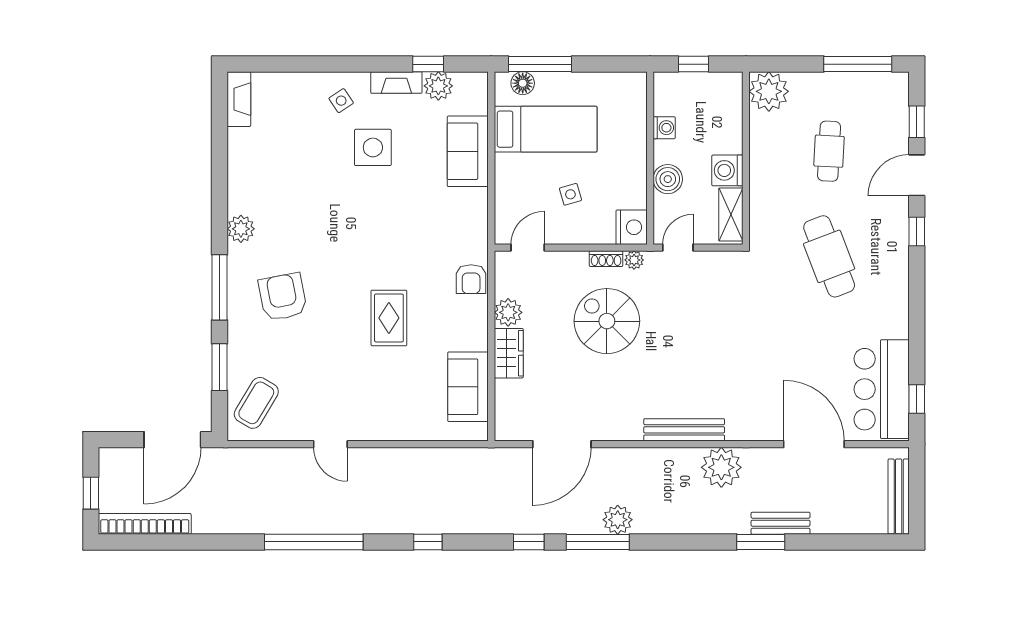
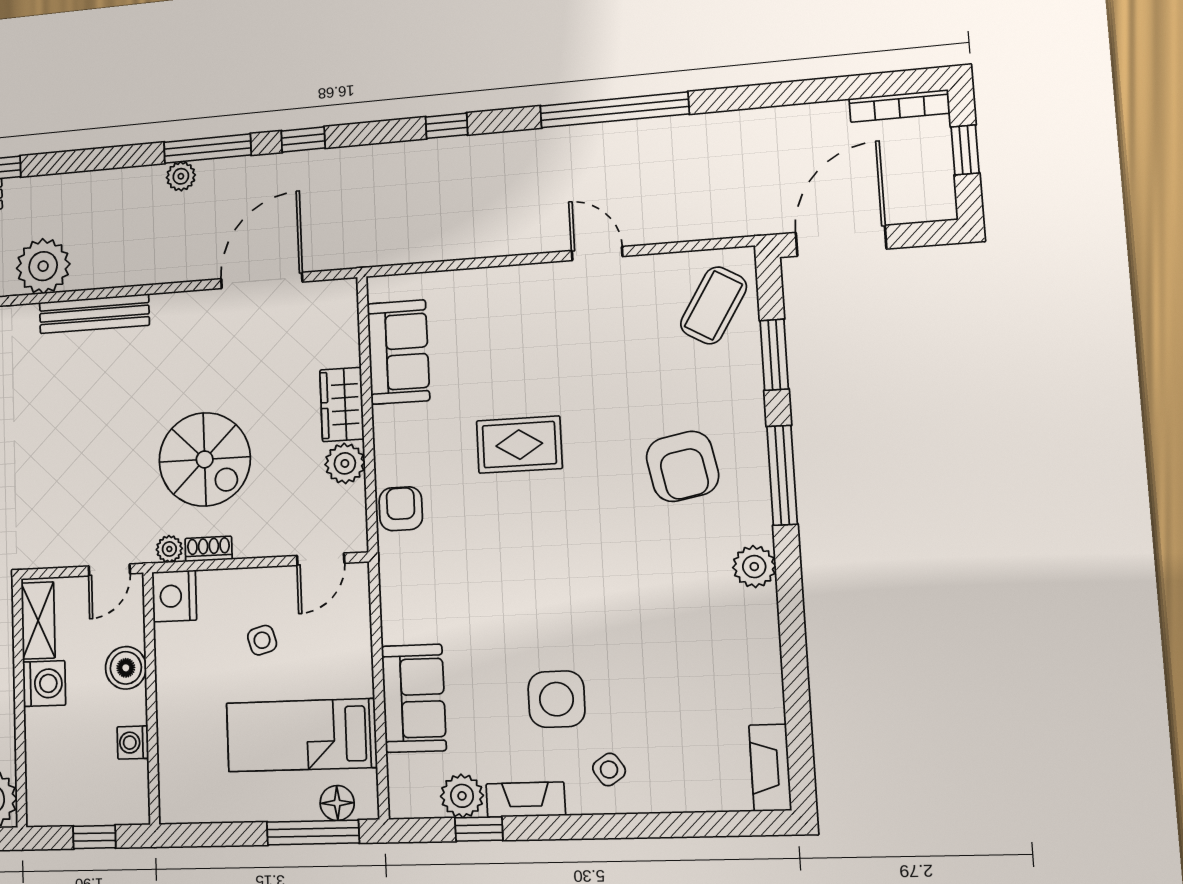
rug: (389, 318) -> (519, 445), turned 90
plant: (618, 520) -> (181, 176), width x0.73, depth x0.73
bookcase: (145, 524) -> (899, 106), width x0.68, depth x0.76

